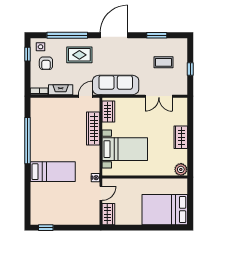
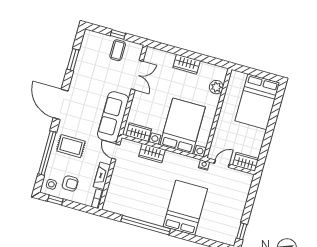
rug: (79, 55) -> (71, 146), turned 90
coffee table: (163, 62) -> (118, 50), moved
wardrobe: (93, 129) -> (152, 153), width x0.67
bed with nightstands: (125, 149) -> (183, 126), width x1.36
plant: (181, 169) -> (216, 87), moved
bed: (53, 172) -> (185, 208), width x1.50
door: (101, 193) -> (222, 164), hinge flipped

